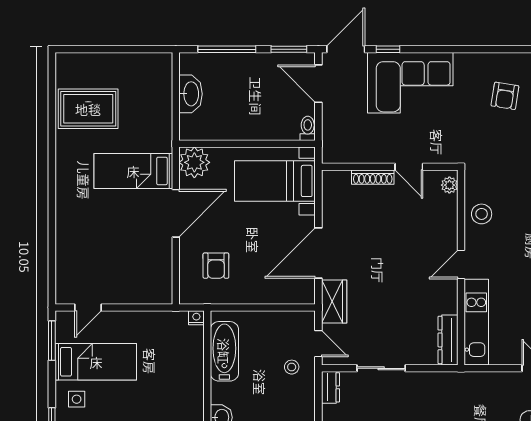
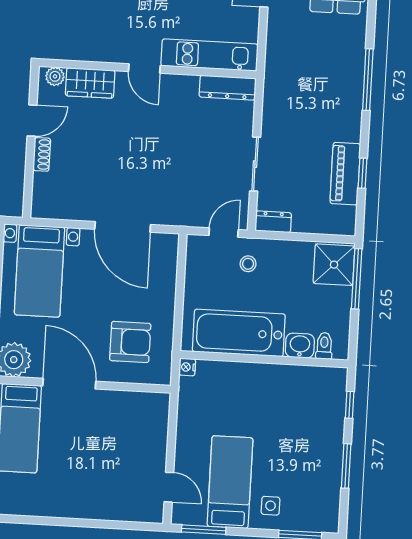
shoe rack: (373, 177) -> (42, 154), width x0.70
stool: (482, 214) -> (89, 42), removed
armchair: (216, 266) -> (130, 342), width x1.38, depth x1.38
wardrobe: (334, 302) -> (90, 83), moved, turned 180
bathtub: (224, 351) -> (239, 333), width x1.36, depth x1.36

